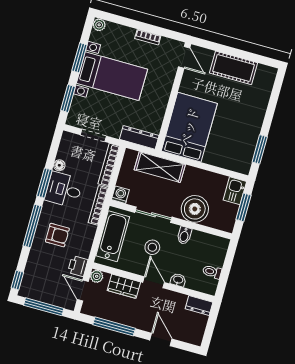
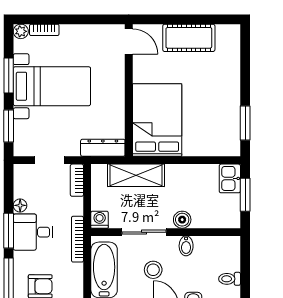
bookcase: (148, 37) -> (44, 30), moved
bookcase: (109, 165) -> (77, 180), width x0.64
boiler: (195, 209) -> (182, 220), width x0.54, depth x0.54

